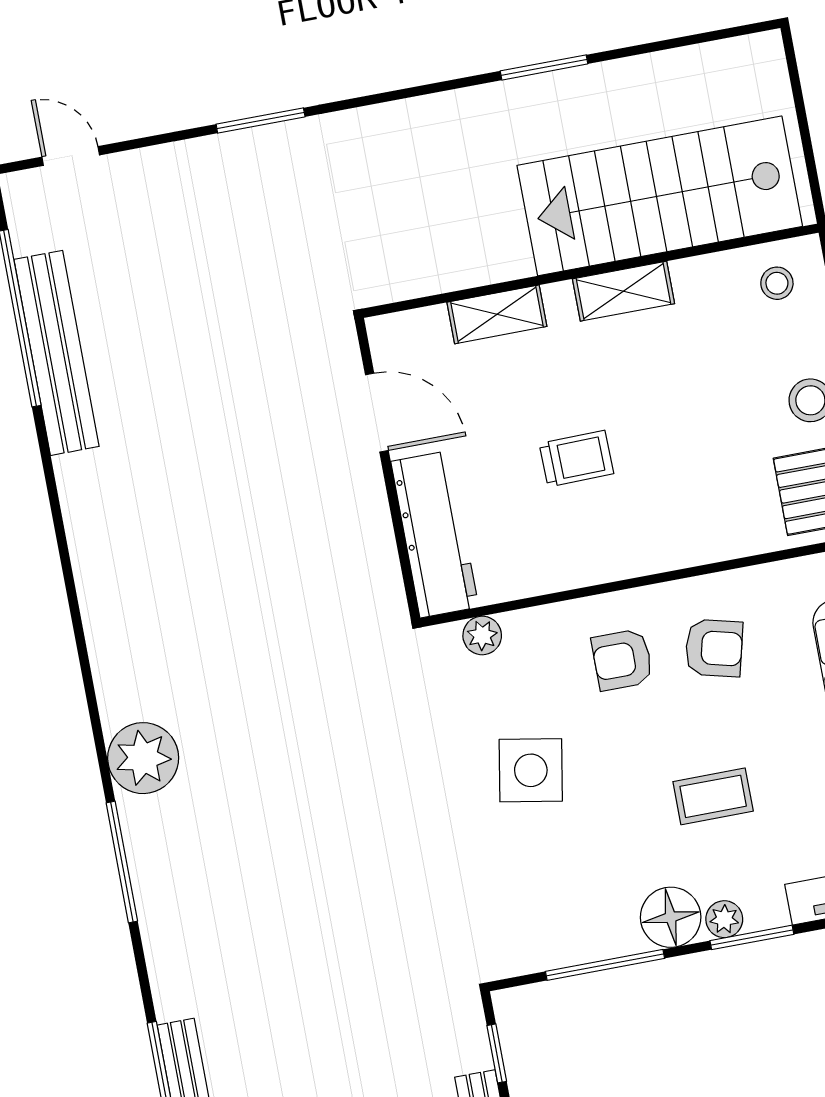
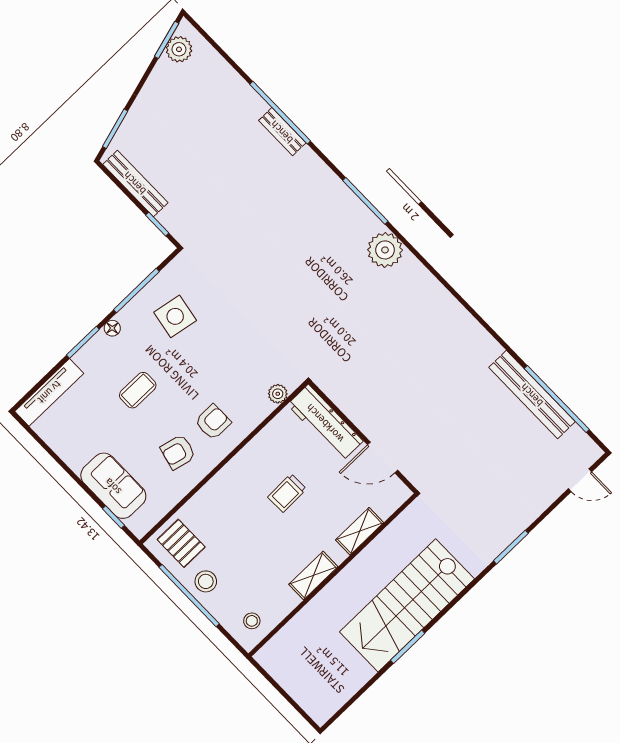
stairs: (660, 196) -> (407, 605), moved, turned 180
side table: (531, 770) -> (175, 316), moved
floor lamp: (671, 917) -> (112, 328), width x0.53, depth x0.53
plant: (724, 919) -> (99, 342), removed

